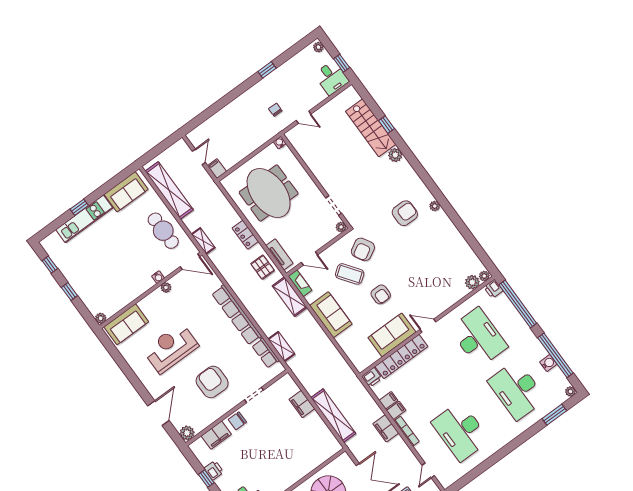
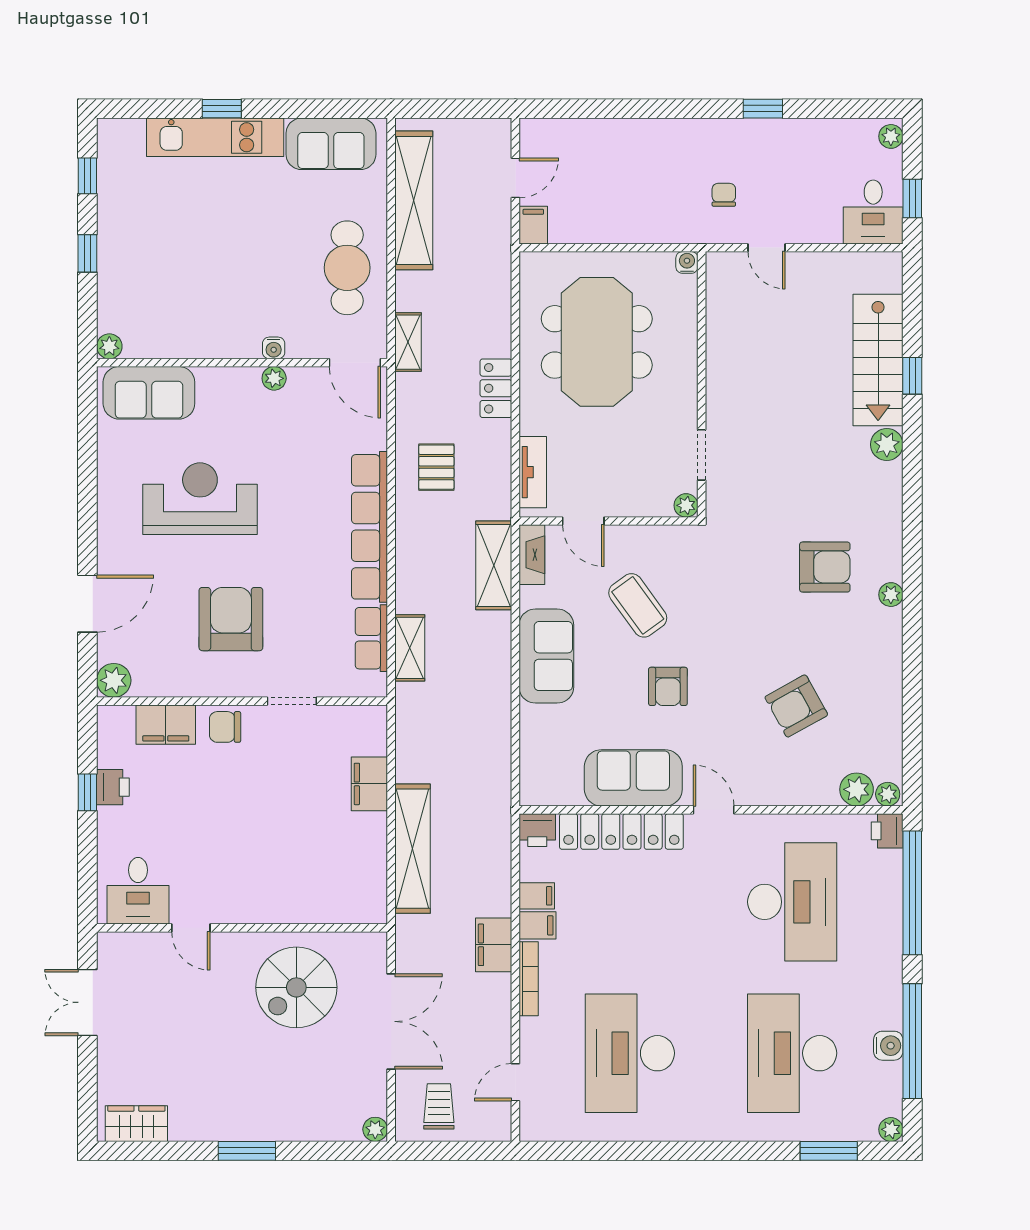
armchair: (363, 249) -> (796, 706), moved
pallet: (263, 267) -> (436, 467), moved

